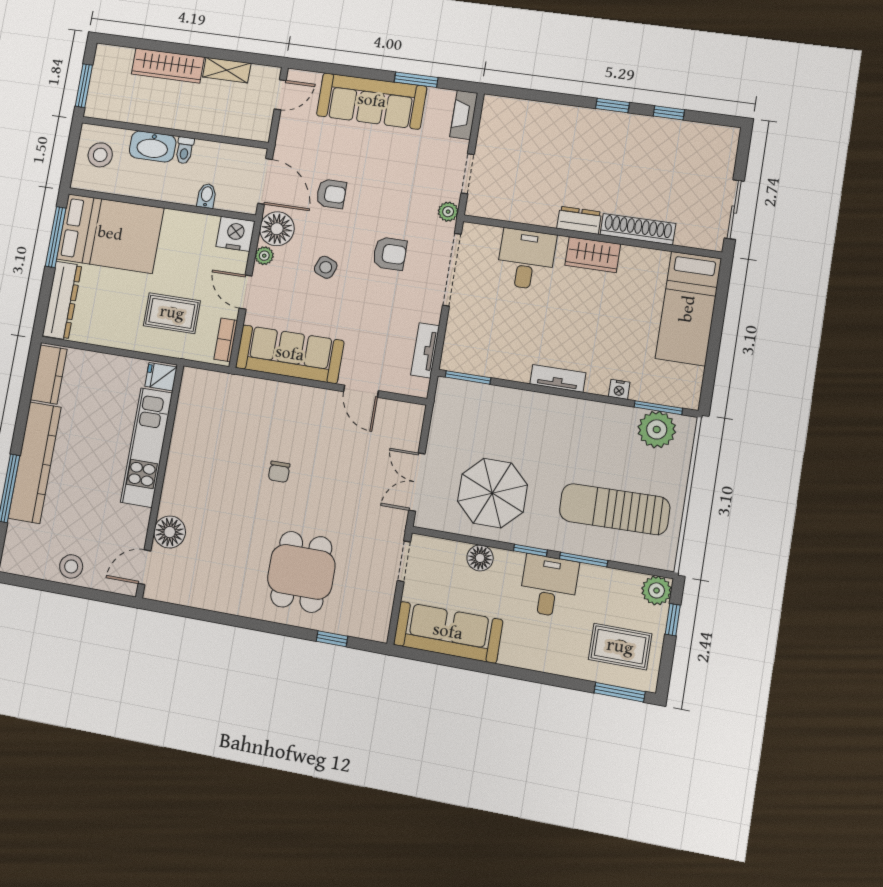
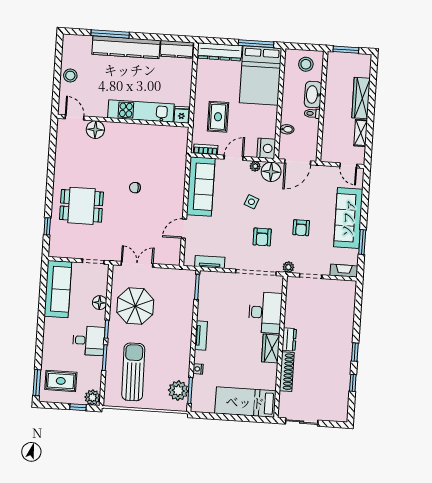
armchair: (331, 194) -> (301, 228), moved
desk: (526, 259) -> (265, 313), width x1.37
rug: (620, 647) -> (61, 381), turned 90

